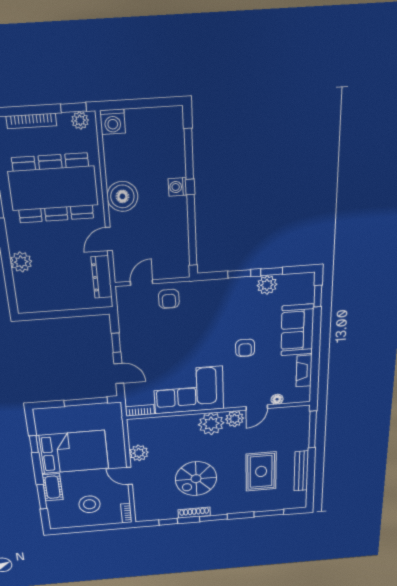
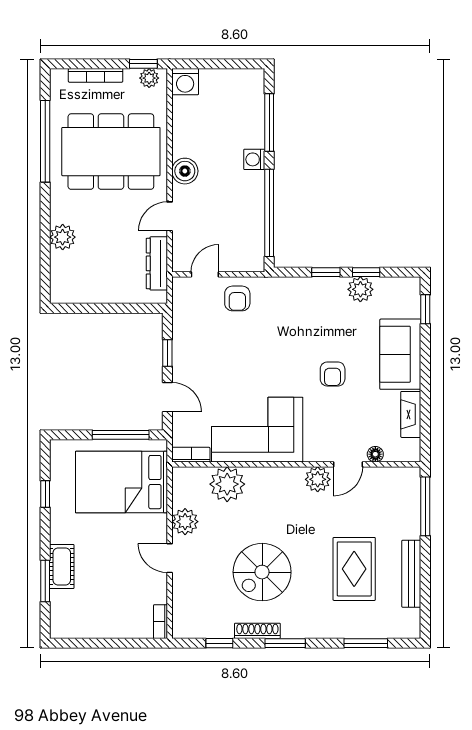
boiler: (122, 196) -> (185, 171), width x0.73, depth x0.73
plant: (211, 424) -> (227, 484), moved
bed: (73, 452) -> (121, 482), moved, turned 180
stool: (90, 504) -> (110, 601), removed

